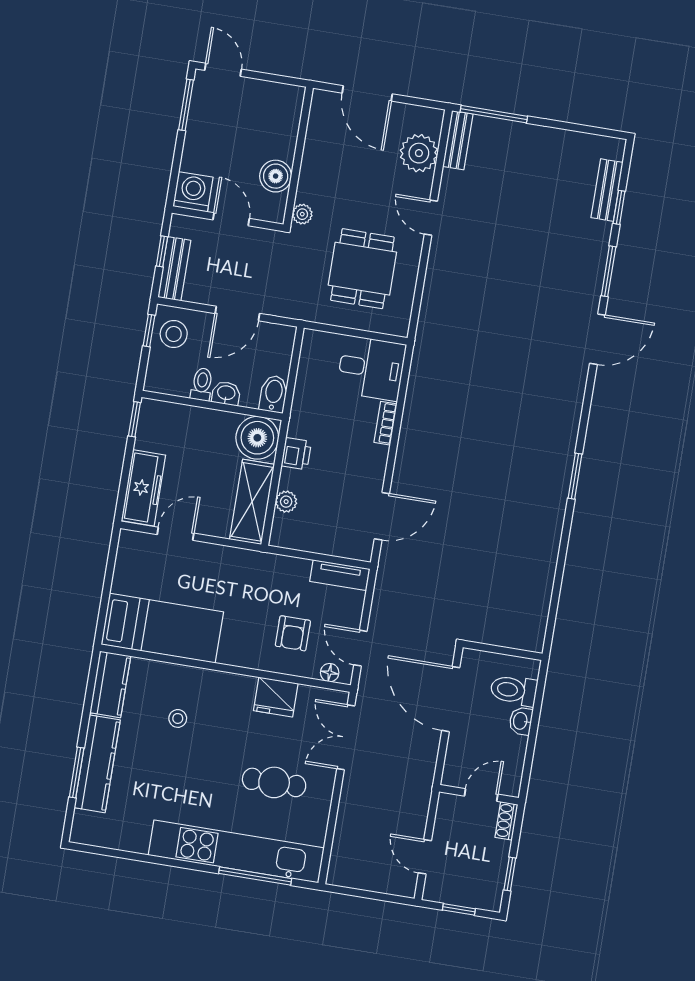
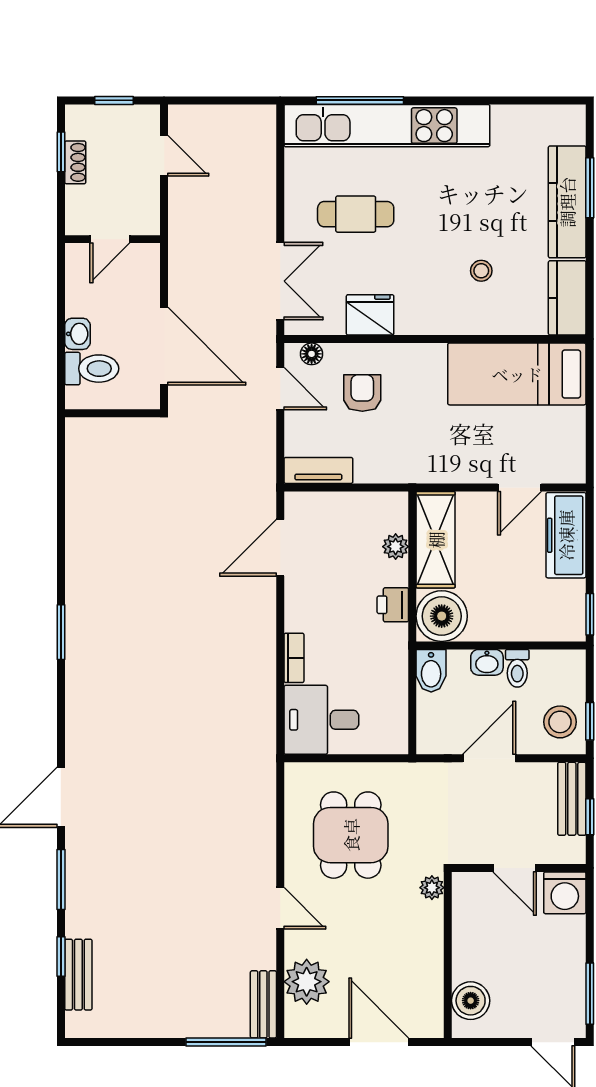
boiler: (276, 176) -> (471, 1001), moved
shoe rack: (506, 821) -> (75, 162), moved

